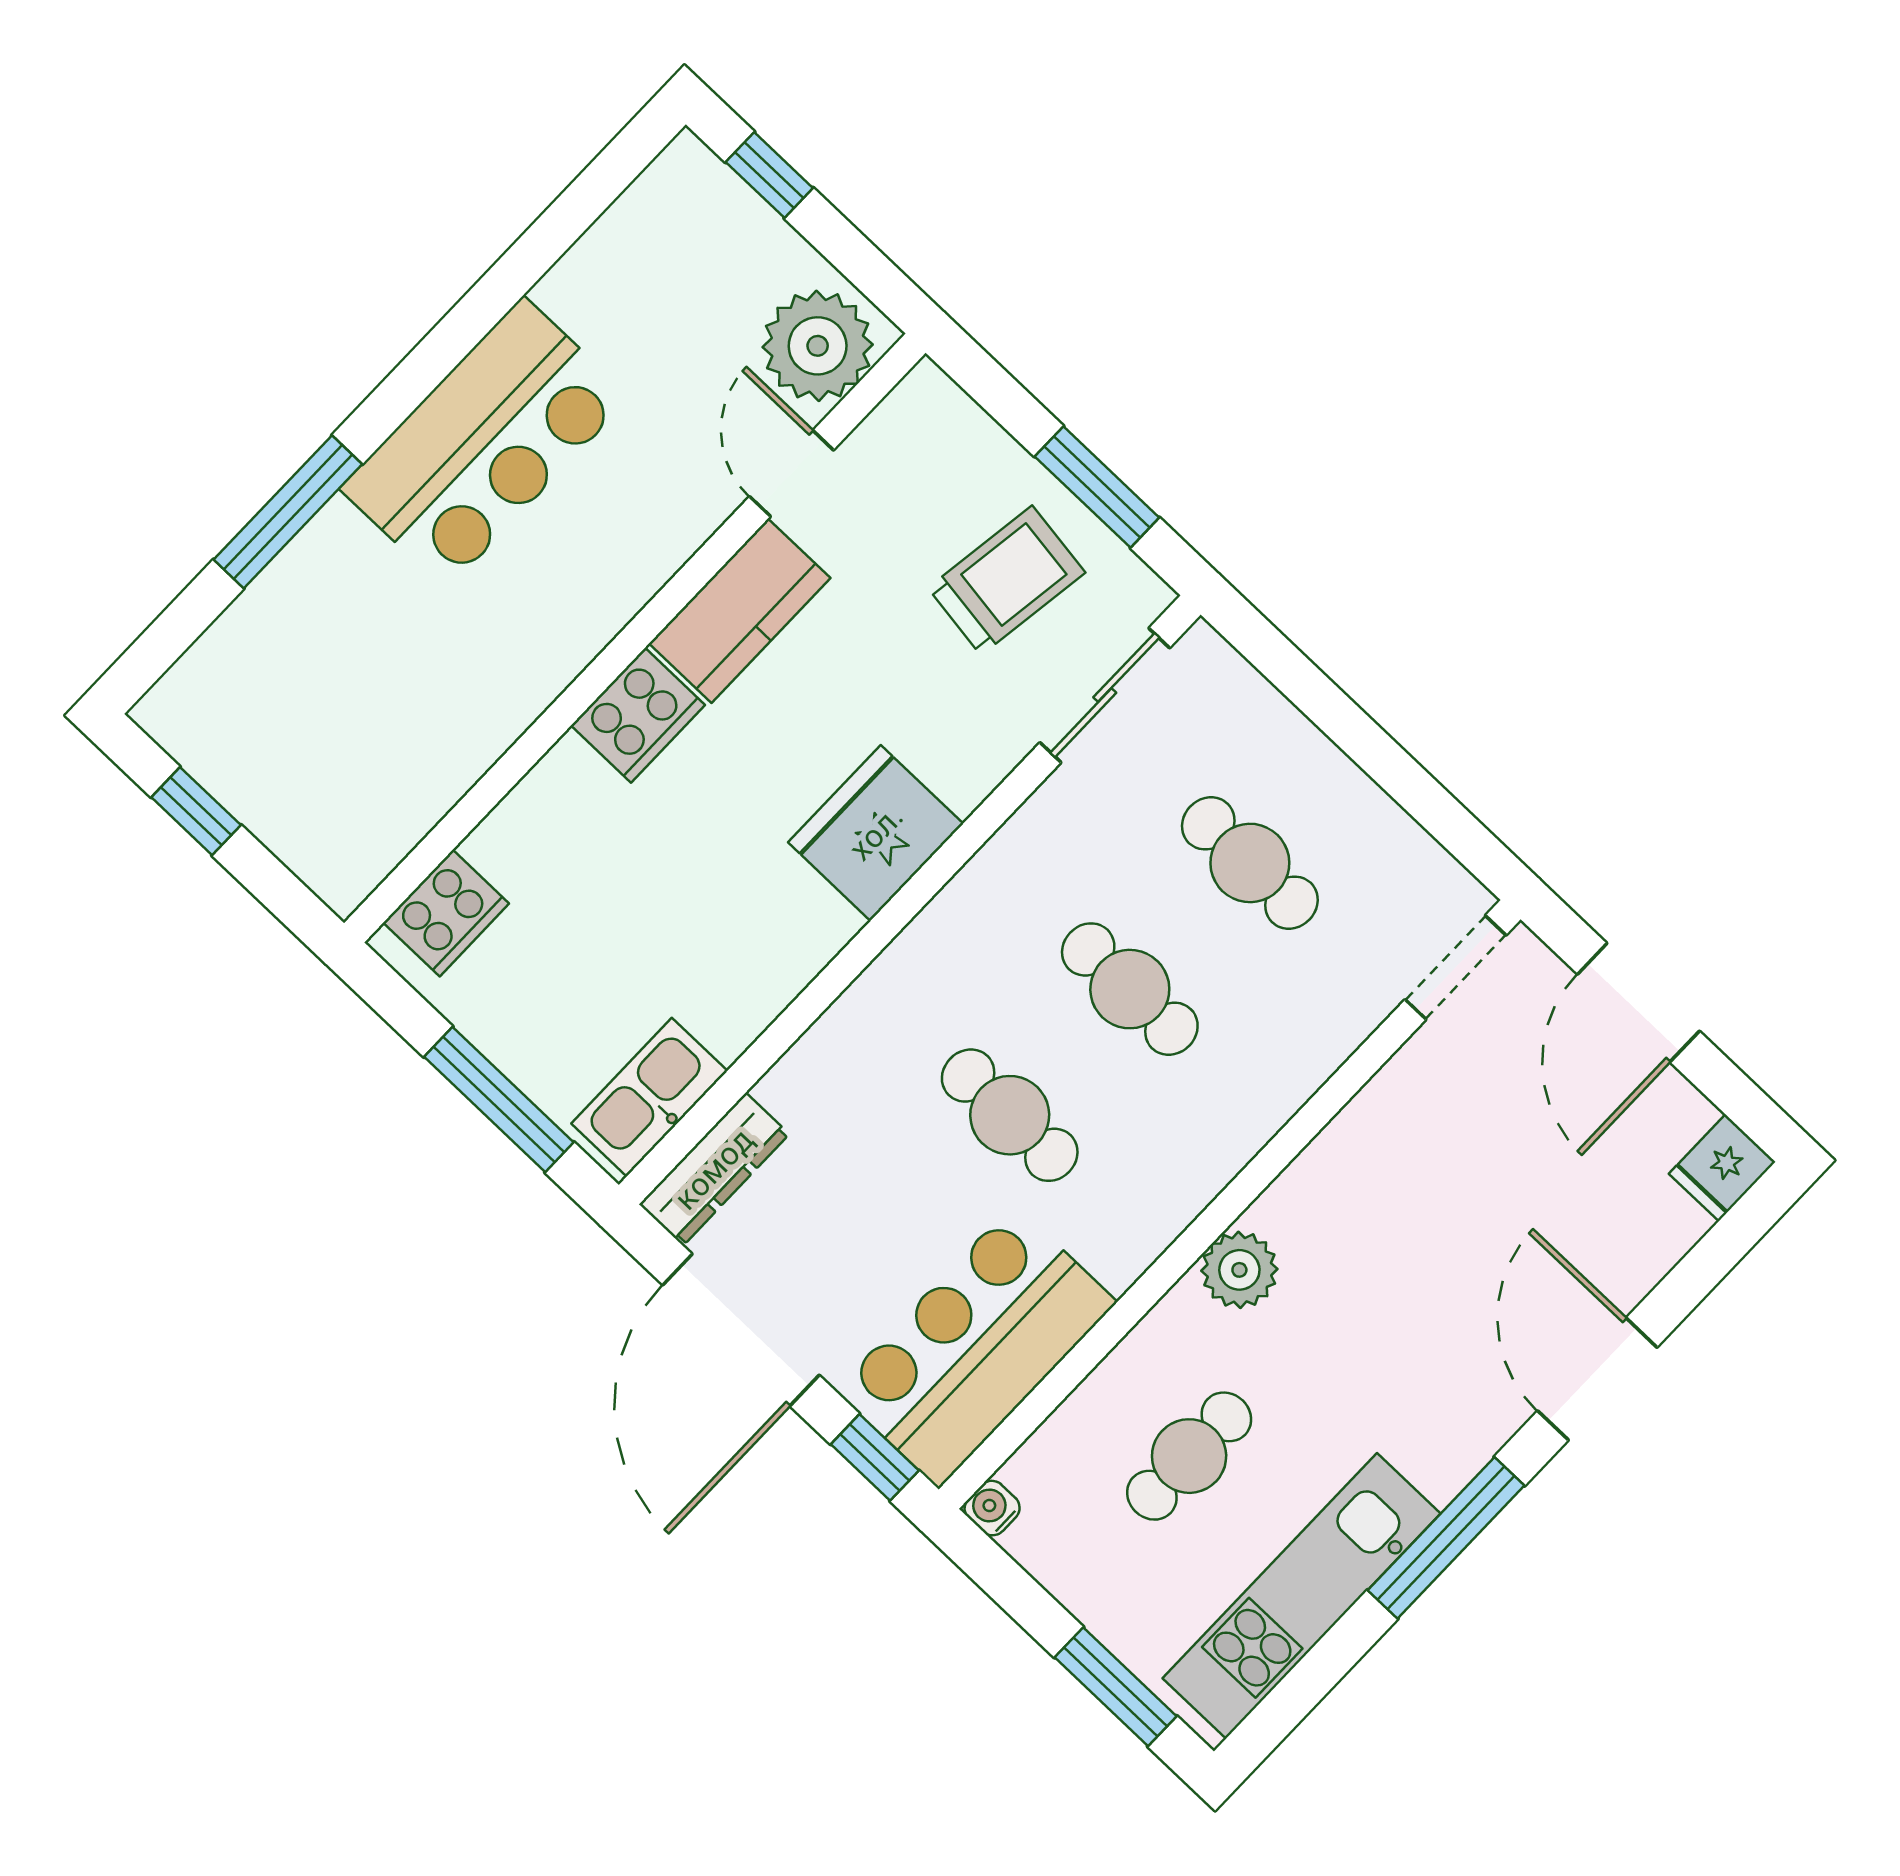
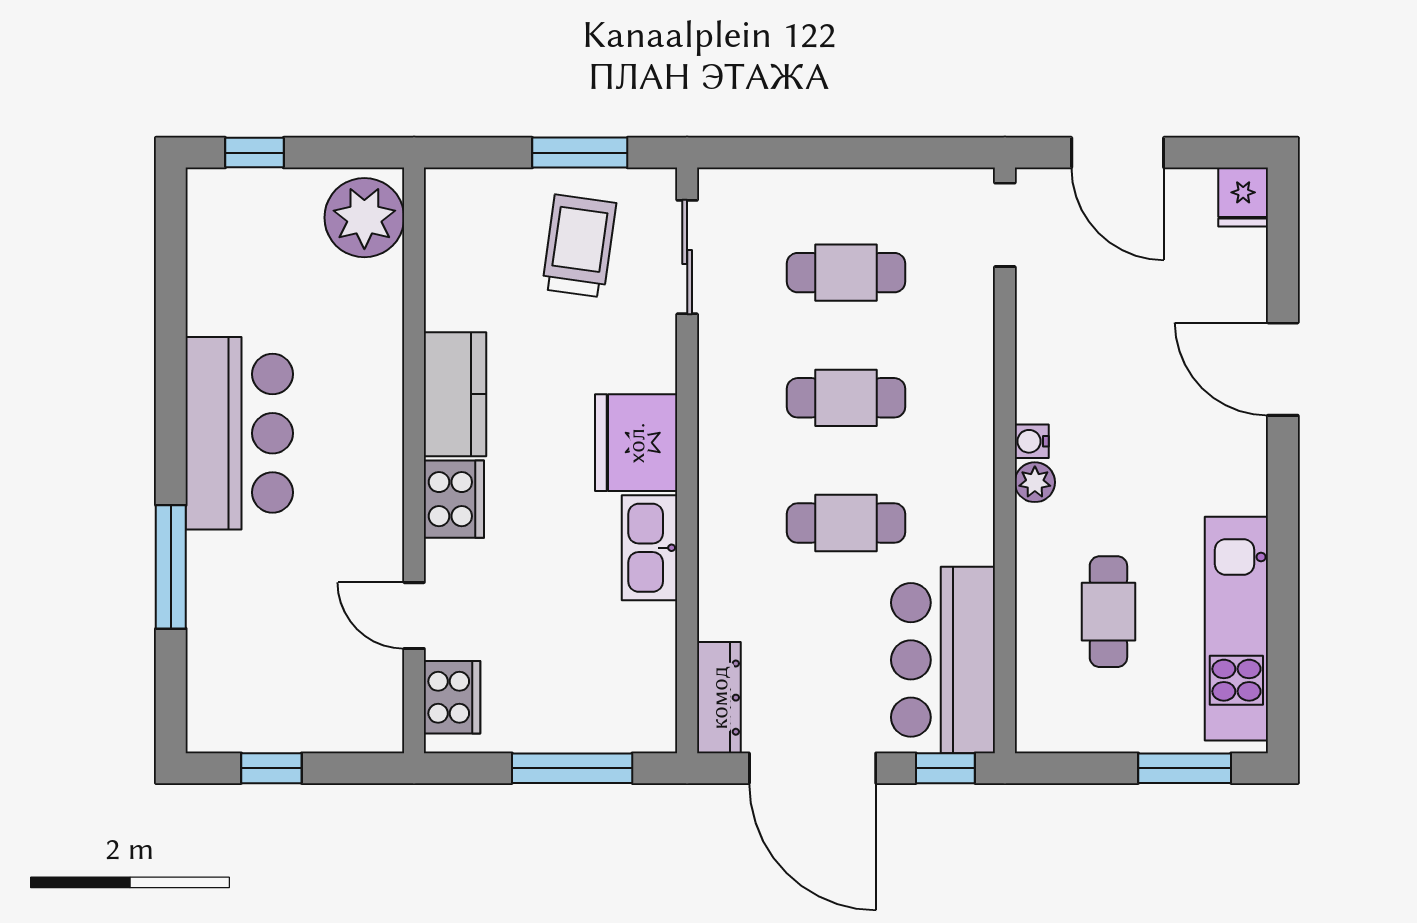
door: (792, 473) -> (414, 616), moved
kitchen sink: (649, 1097) -> (649, 548), moved
plant: (1239, 1270) -> (1035, 482), width x0.73, depth x0.73
water cooler: (992, 1508) -> (1032, 441), moved
window: (1446, 1538) -> (1283, 527), removed

